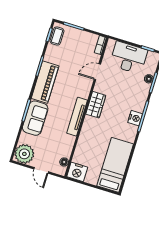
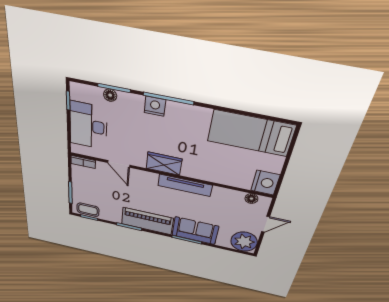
nightstand: (135, 118) -> (155, 106), moved

